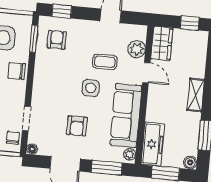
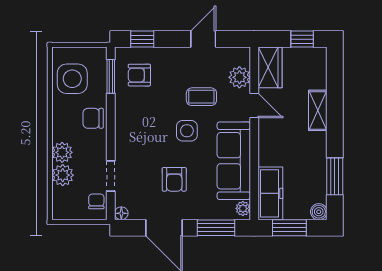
armchair: (57, 40) -> (139, 75), turned -90
shelving: (196, 95) -> (318, 110), moved

